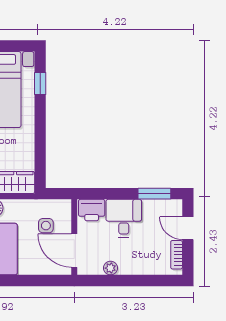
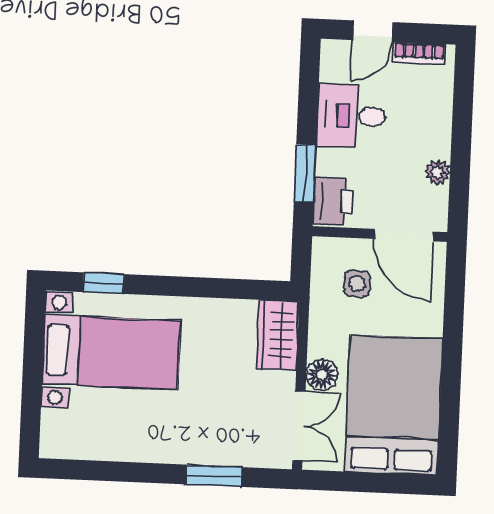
window: (154, 194) -> (305, 173), moved
desk: (124, 218) -> (351, 116), moved
door: (74, 251) -> (404, 235), hinge flipped

